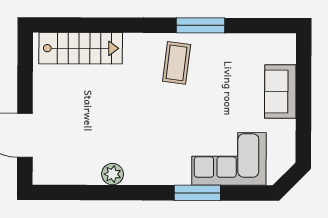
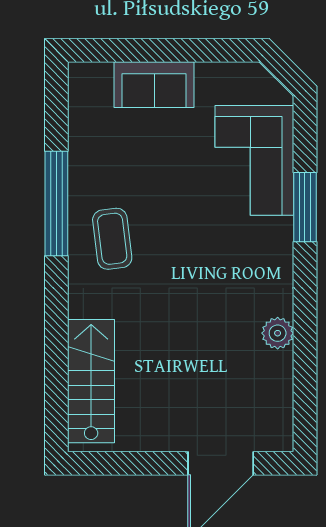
window: (200, 25) -> (56, 204), width x1.46
coffee table: (177, 63) -> (112, 239), turned 76

